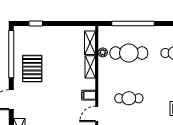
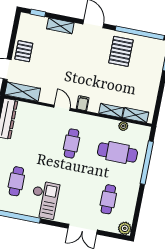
cafe table: (129, 53) -> (117, 152), turned 90
pallet: (32, 69) -> (121, 51), turned 90

